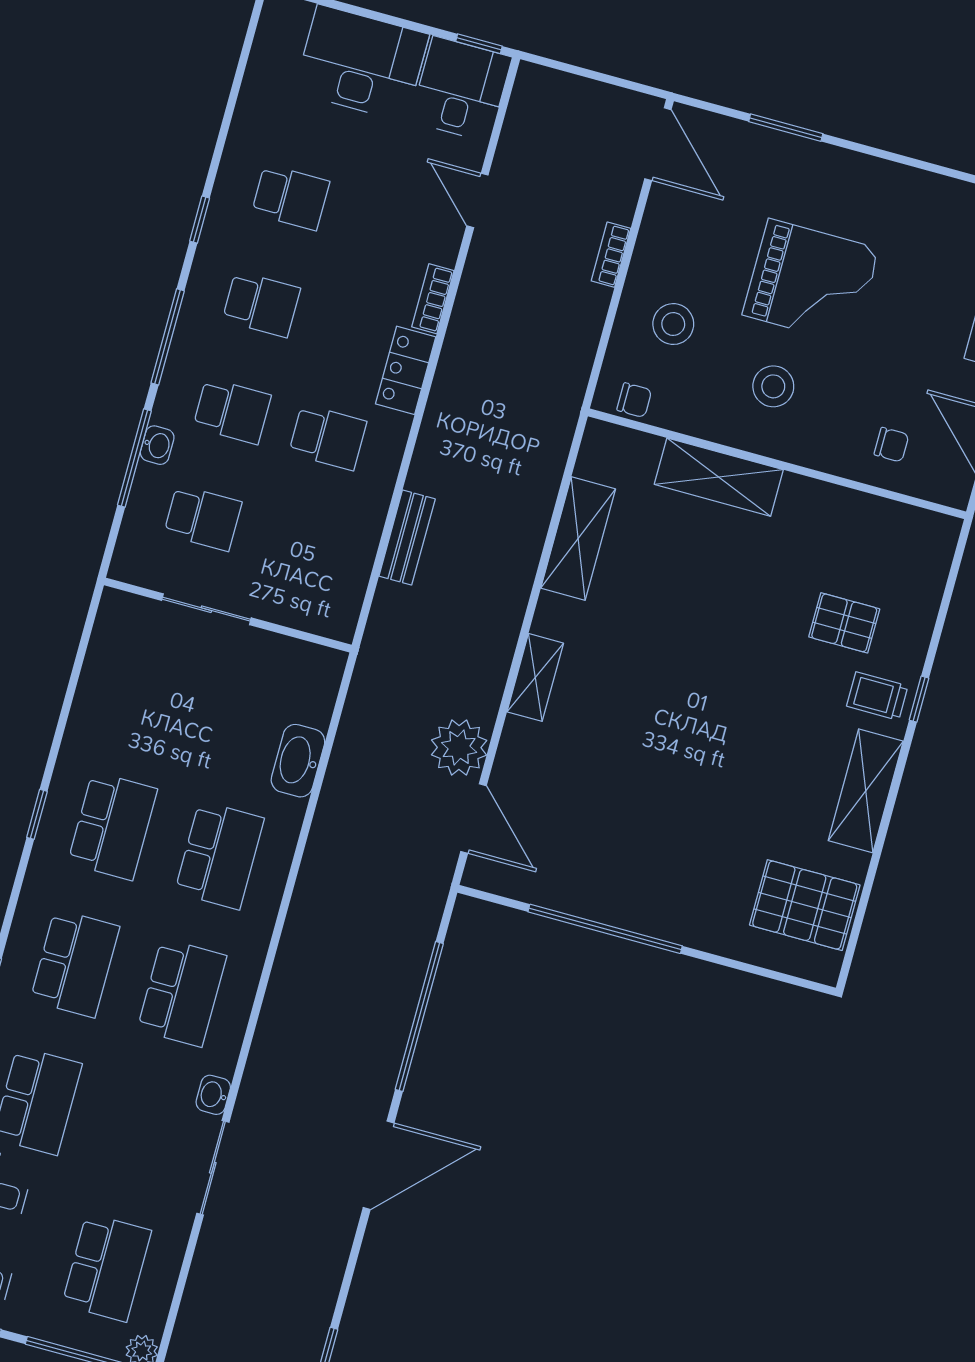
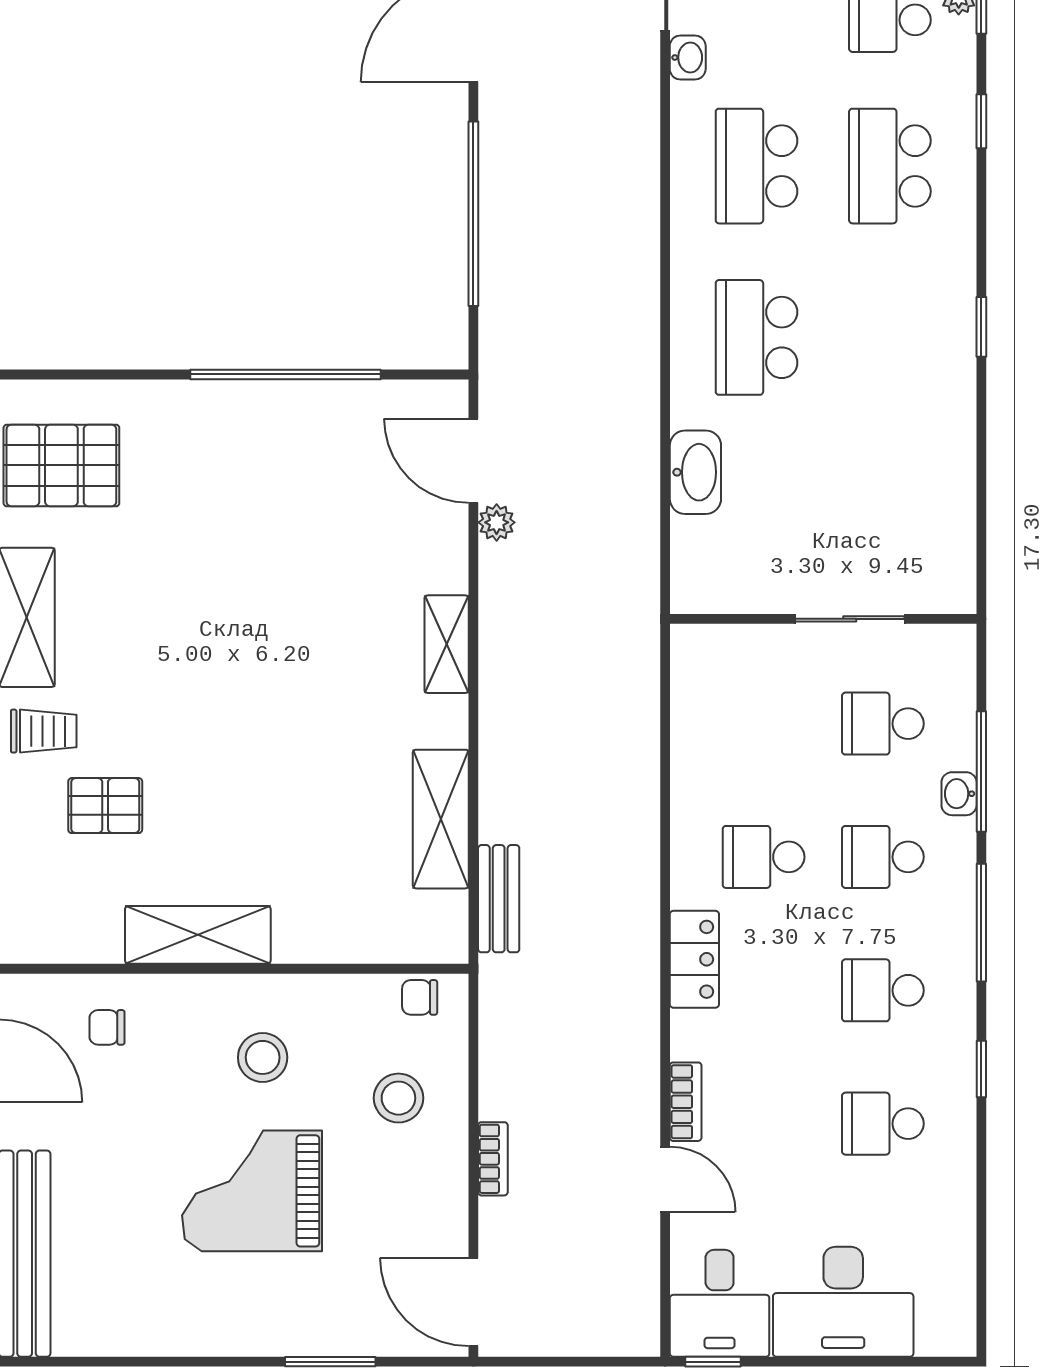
bookcase: (433, 299) -> (686, 1102), moved
shelving: (719, 477) -> (198, 935), moved
bench: (407, 538) -> (499, 899), moved
plant: (459, 748) -> (497, 522), width x0.53, depth x0.53
school desk: (113, 826) -> (890, 337), removed

